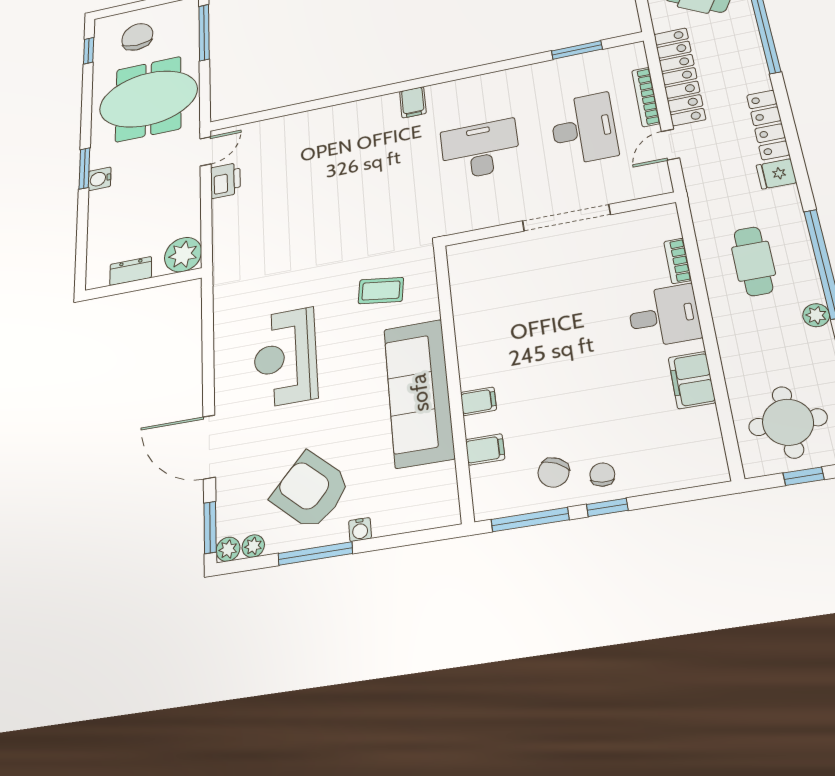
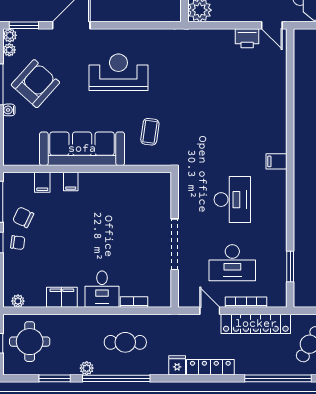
plant: (714, 456) -> (18, 301), added

